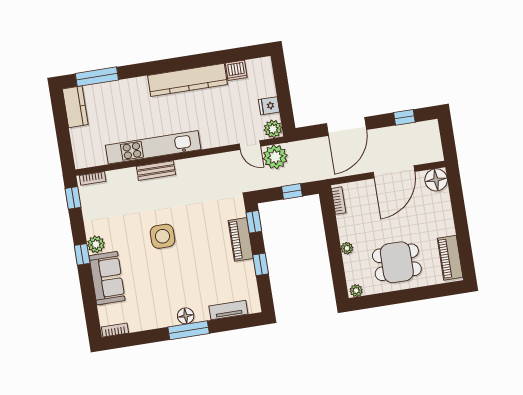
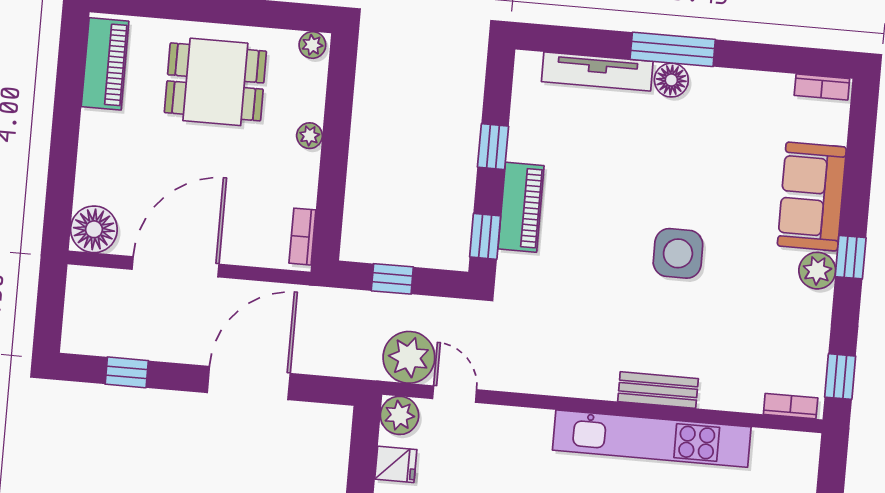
tv unit: (228, 310) -> (597, 71), width x1.41

